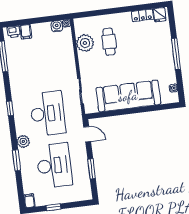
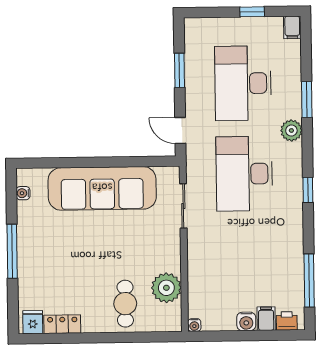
water cooler: (57, 26) -> (246, 321), moved
cafe table: (109, 42) -> (125, 304), moved

